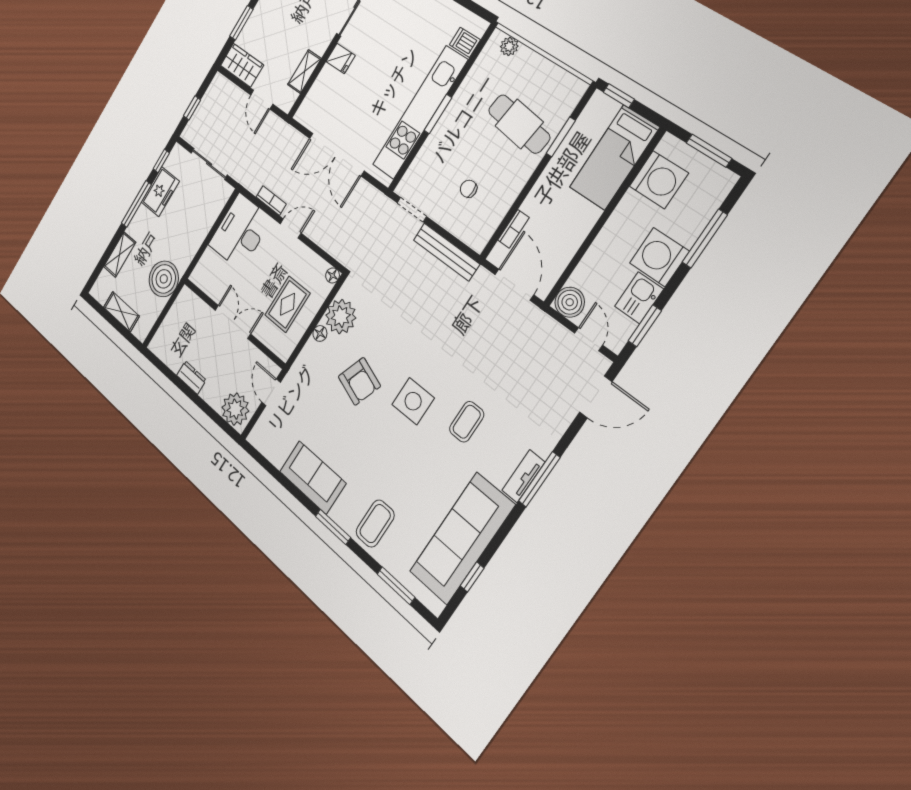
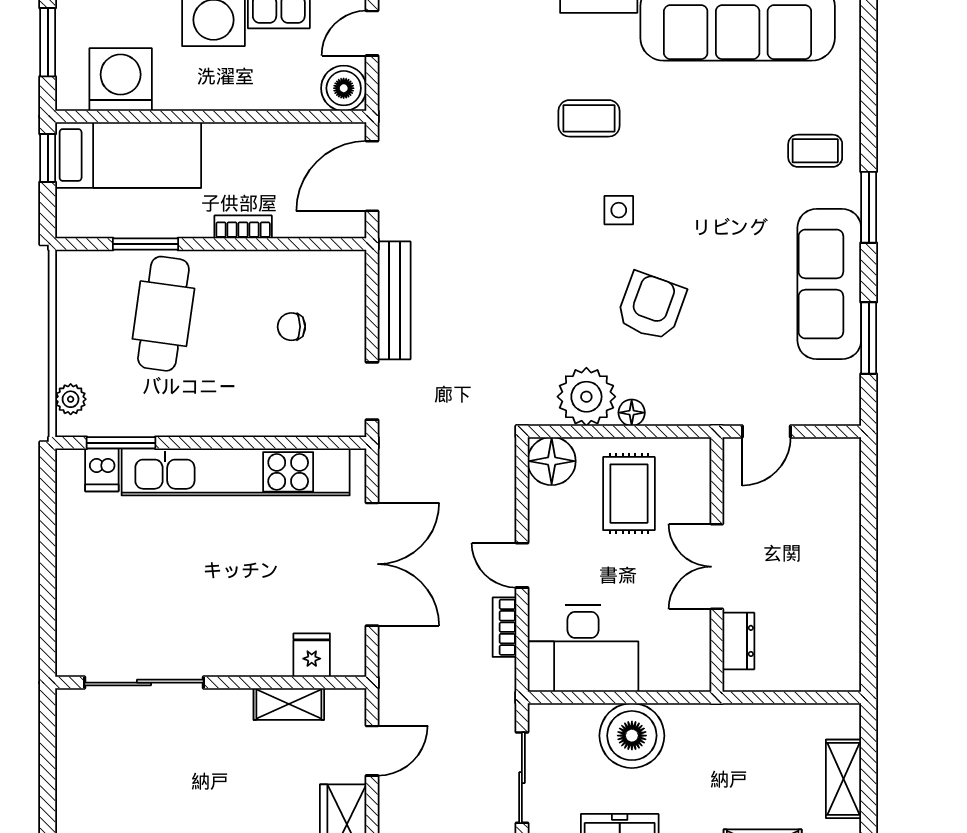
fridge: (341, 58) -> (312, 655), moved
window: (619, 96) -> (48, 158), moved
window: (438, 114) -> (121, 443), moved
chair: (469, 189) -> (291, 327), turned 90
bookcase: (513, 229) -> (243, 227), moved
floor lamp: (333, 275) -> (552, 461), width x1.89, depth x1.89
boiler: (164, 279) -> (632, 736), moved
rug: (287, 304) -> (629, 494), turned 90
dresser: (191, 378) -> (738, 641), moved, turned 180
side table: (413, 401) -> (619, 210), width x0.54, depth x0.54
plant: (235, 409) -> (833, 472), removed
sofa: (313, 477) -> (829, 284), width x1.36
coffee table: (375, 524) -> (815, 151), width x0.73, depth x0.77
window: (396, 586) -> (869, 338), moved

